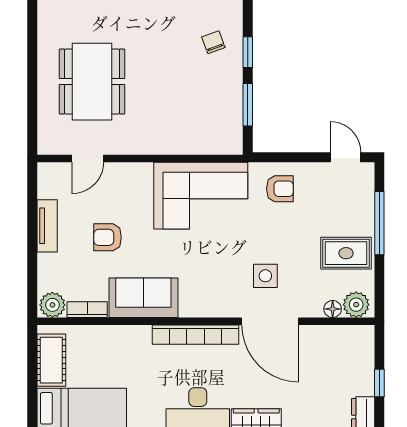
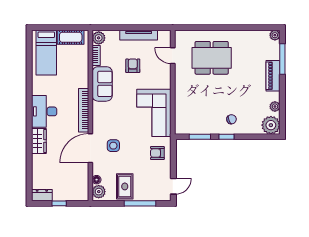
armchair: (280, 189) -> (157, 153), turned 90
tv unit: (47, 226) -> (139, 35), width x1.41

